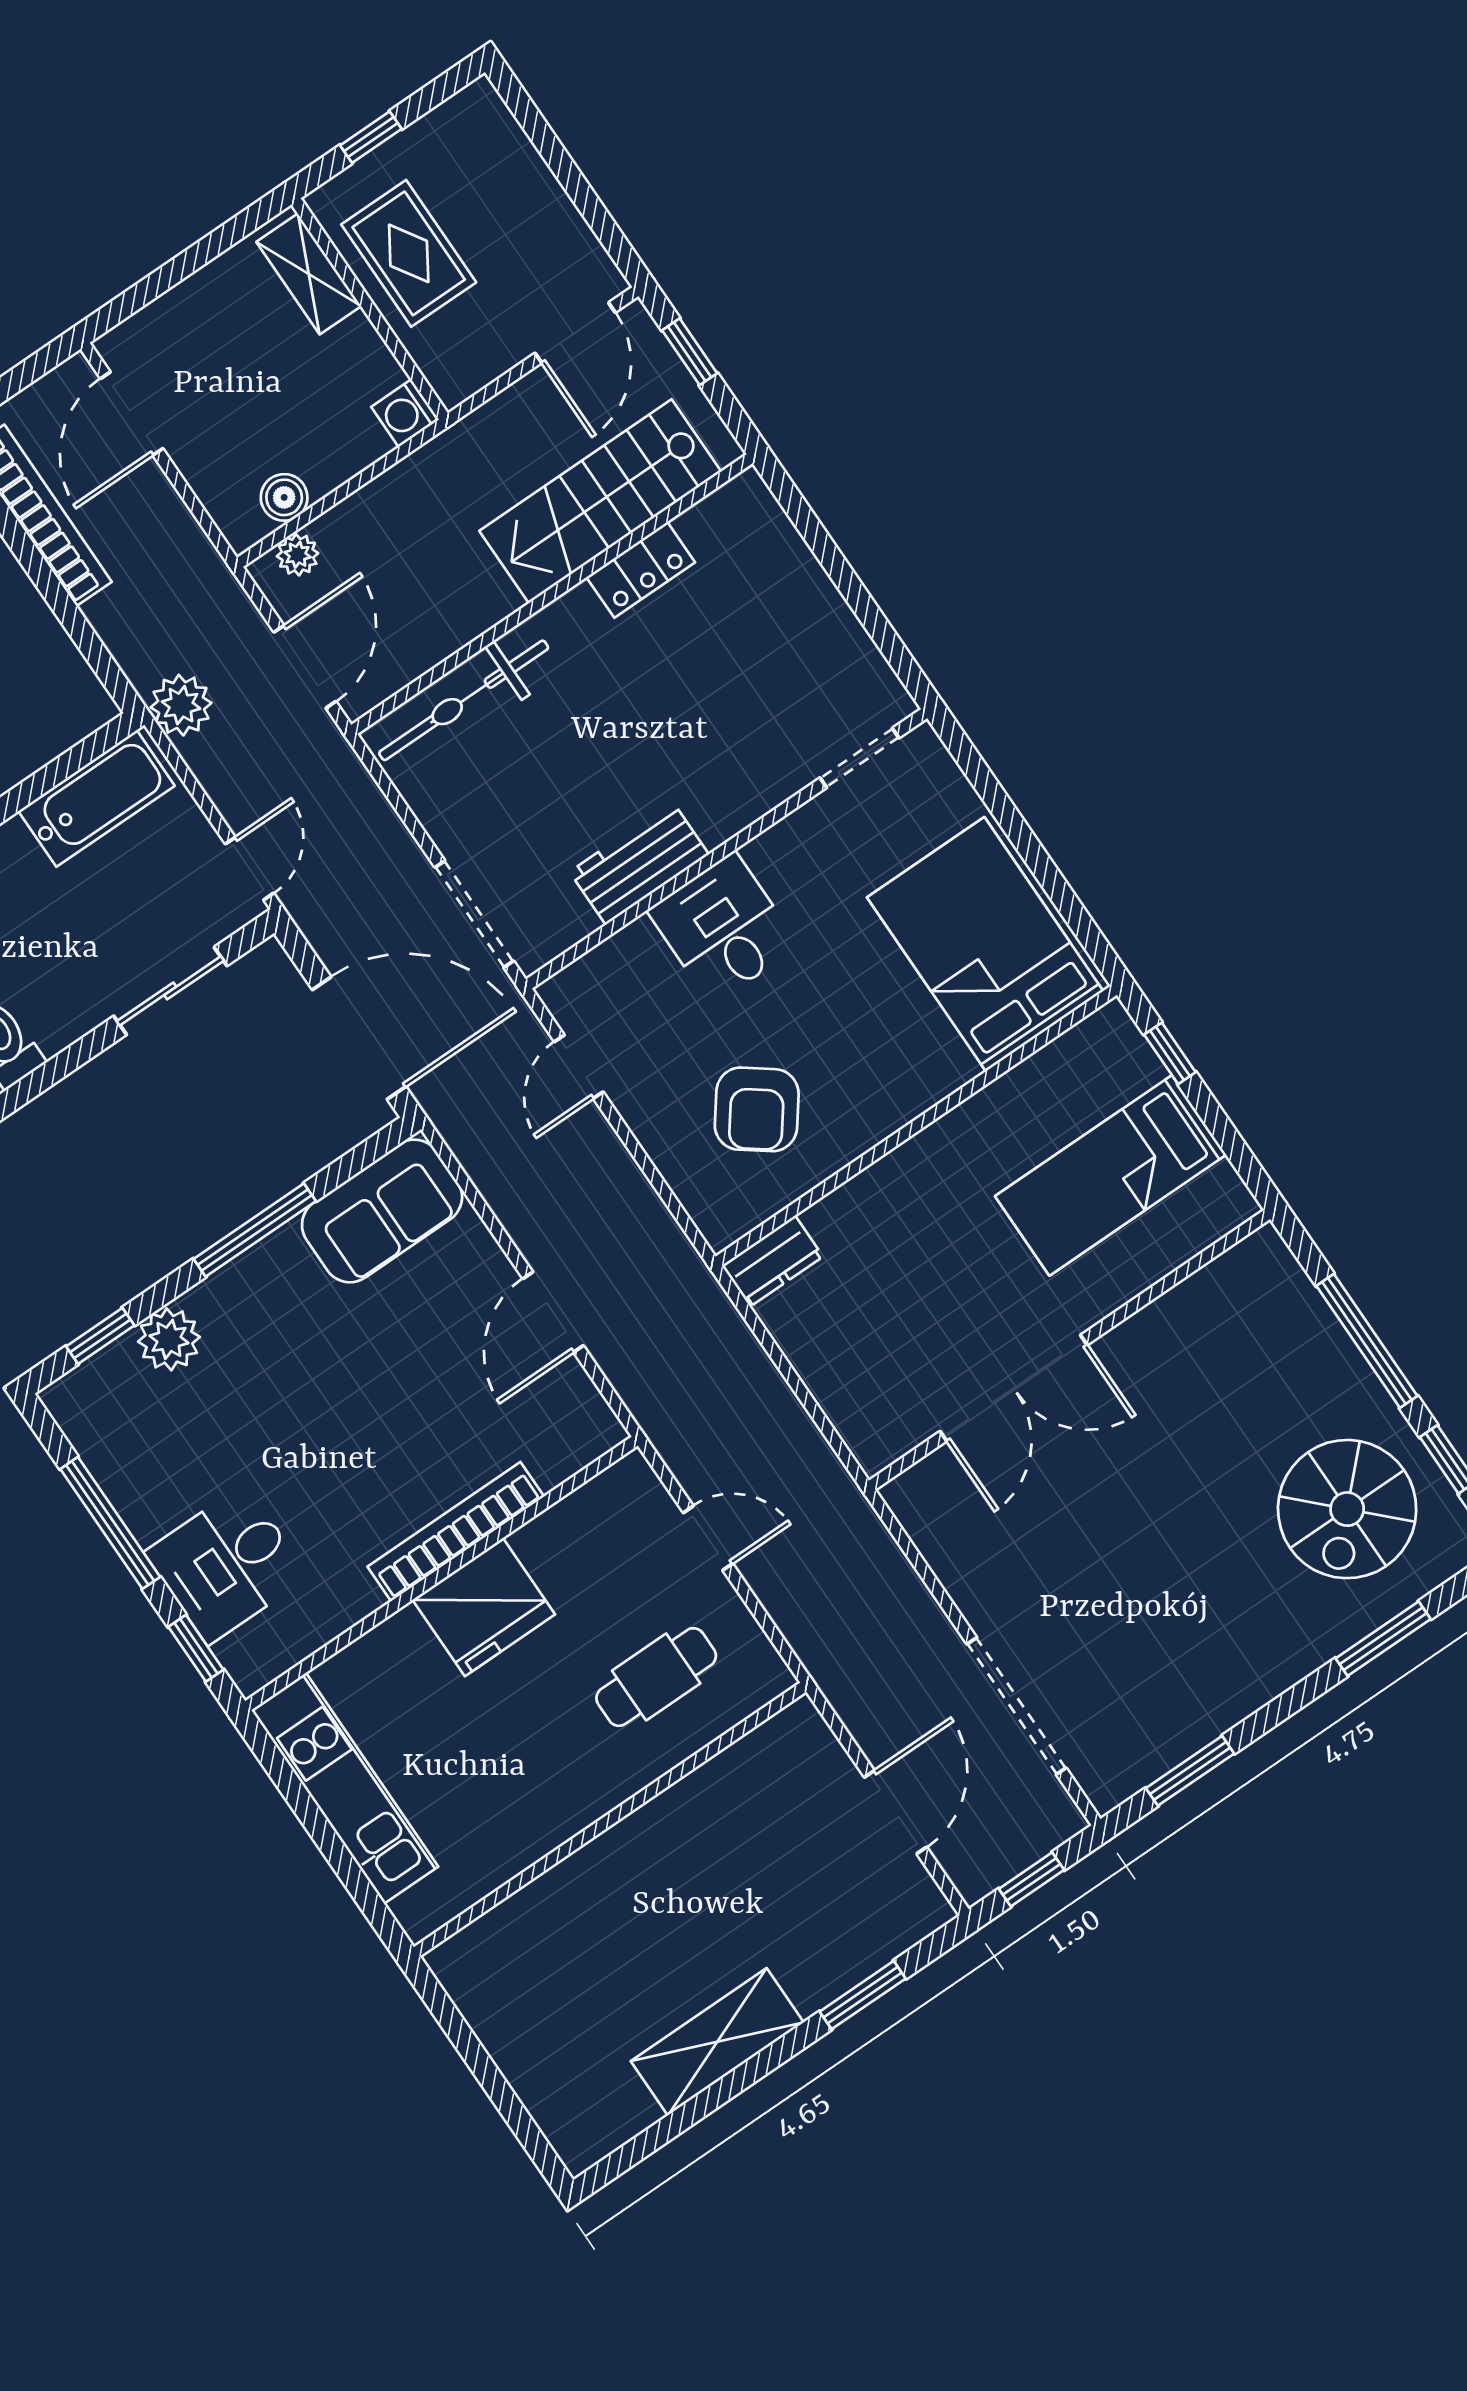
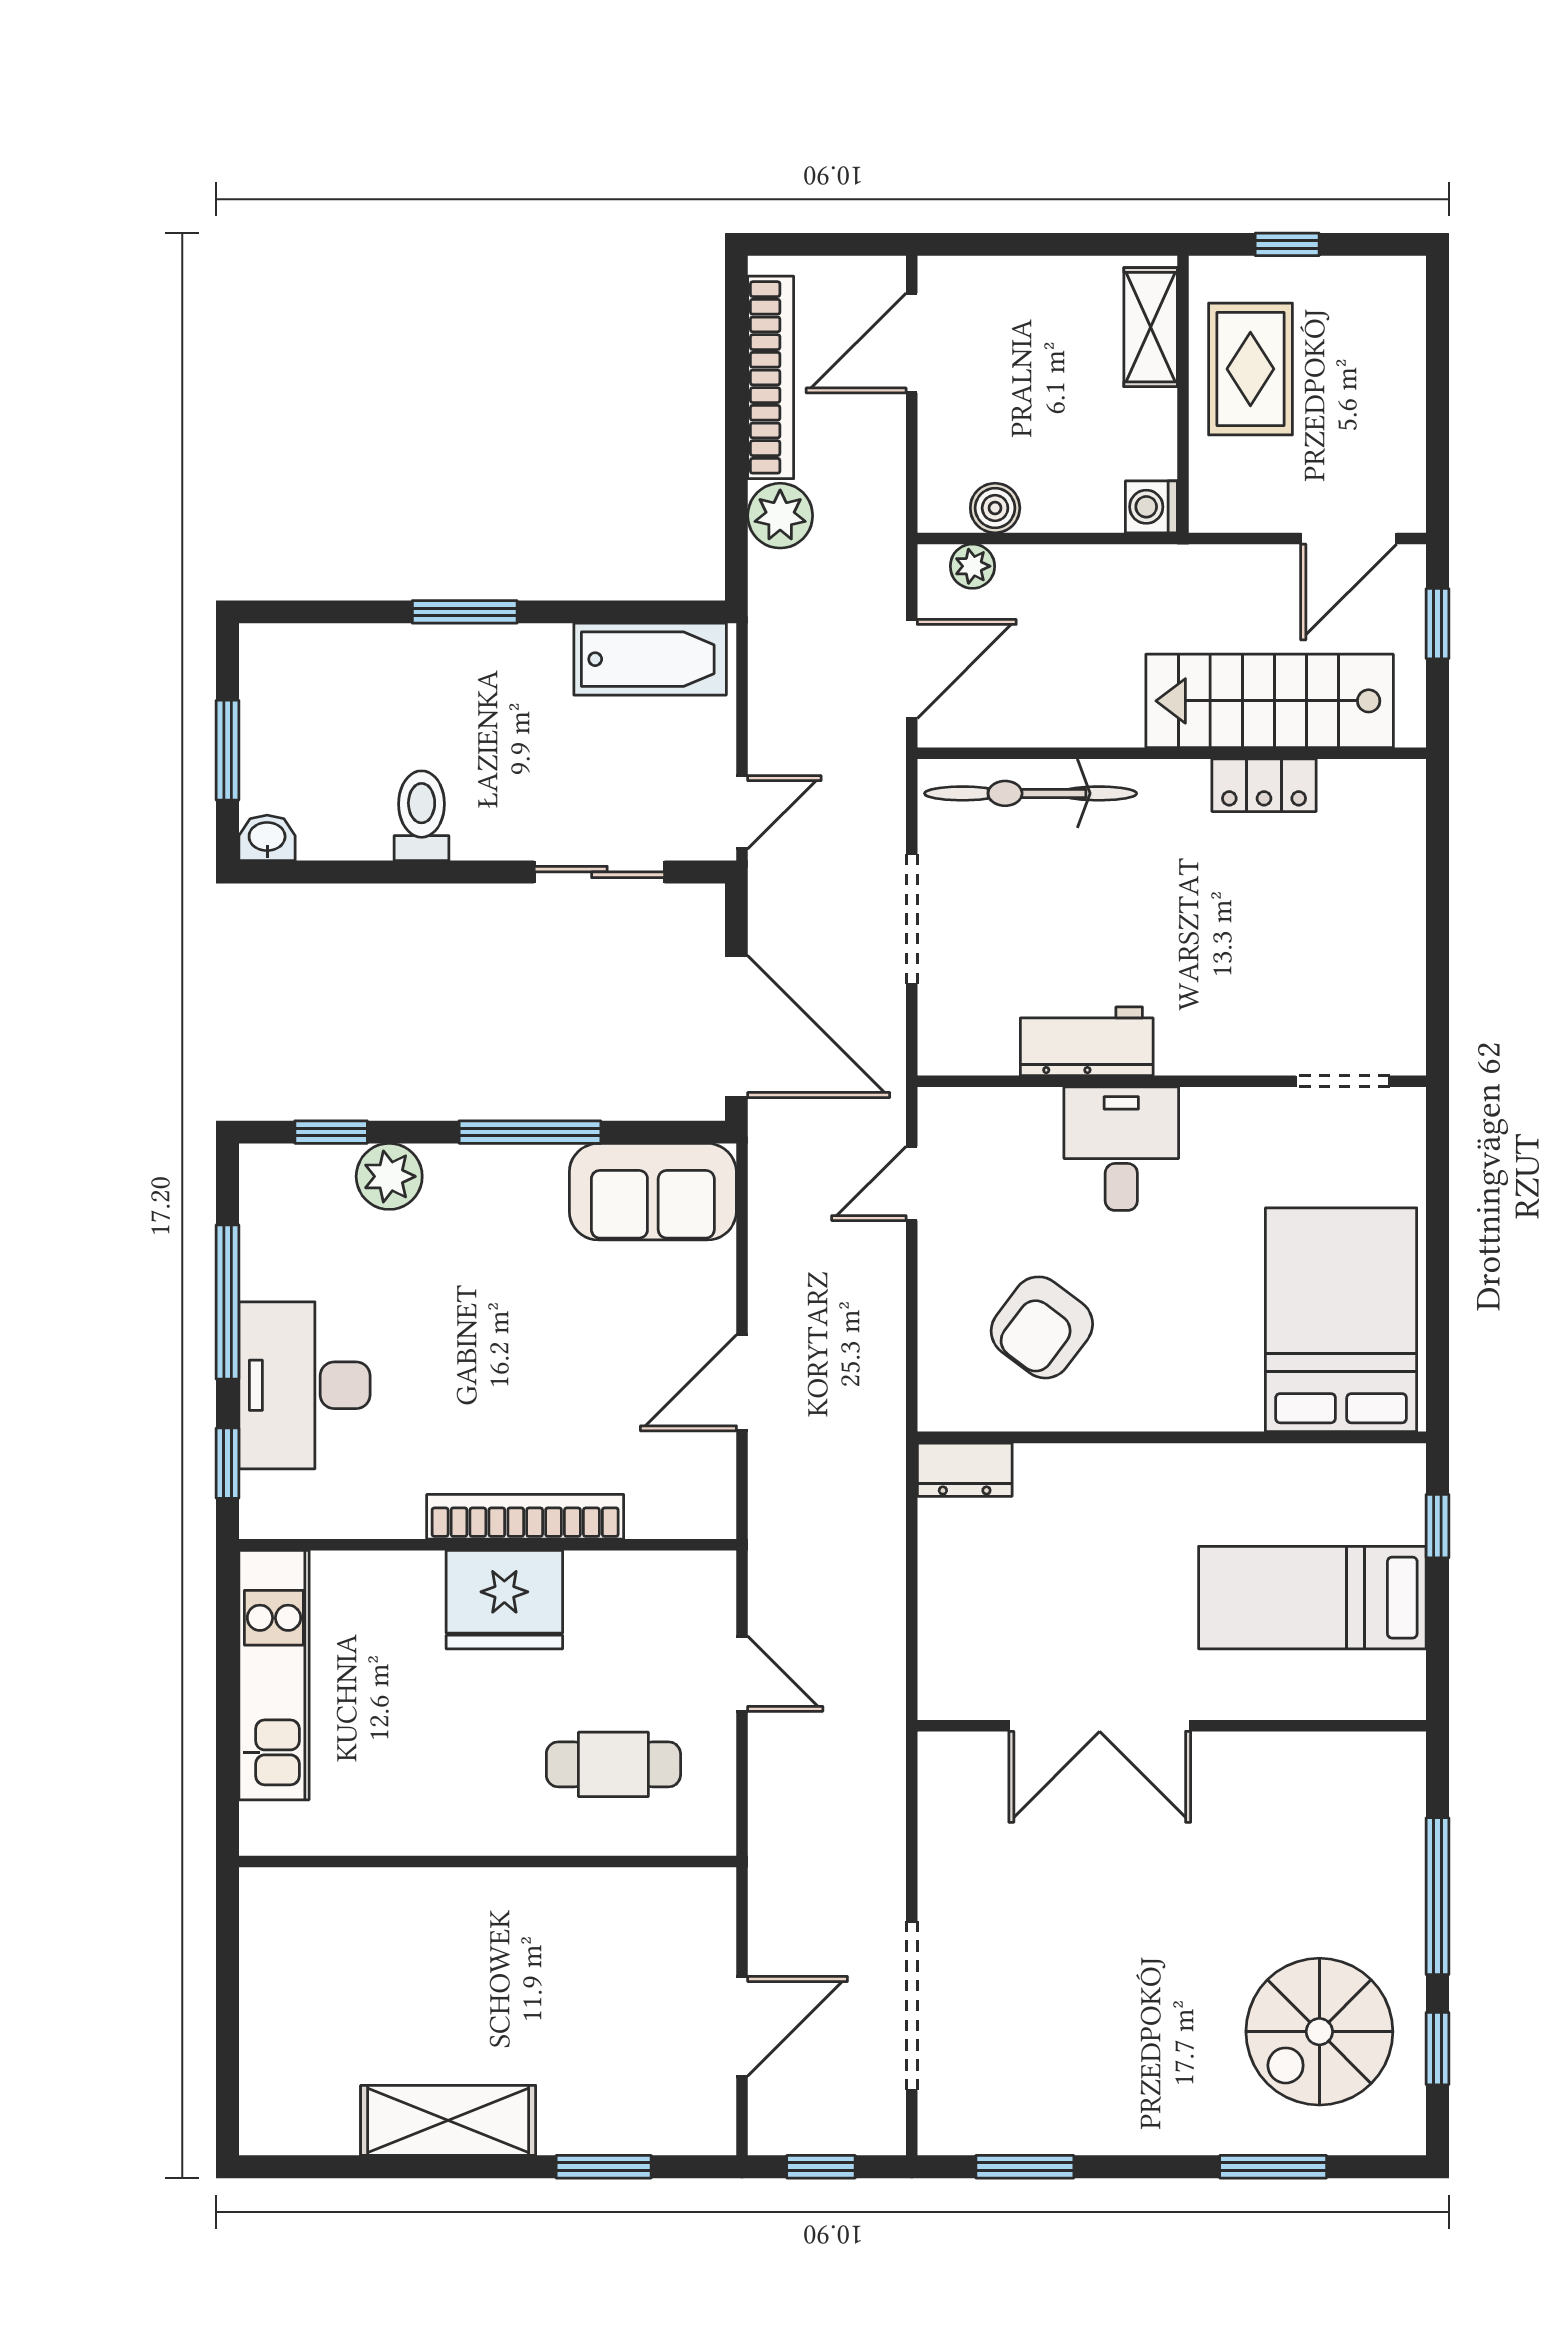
plant: (181, 705) -> (780, 516), moved
doorway: (474, 914) -> (912, 919), moved
desk: (226, 1564) -> (304, 1385), width x1.37

